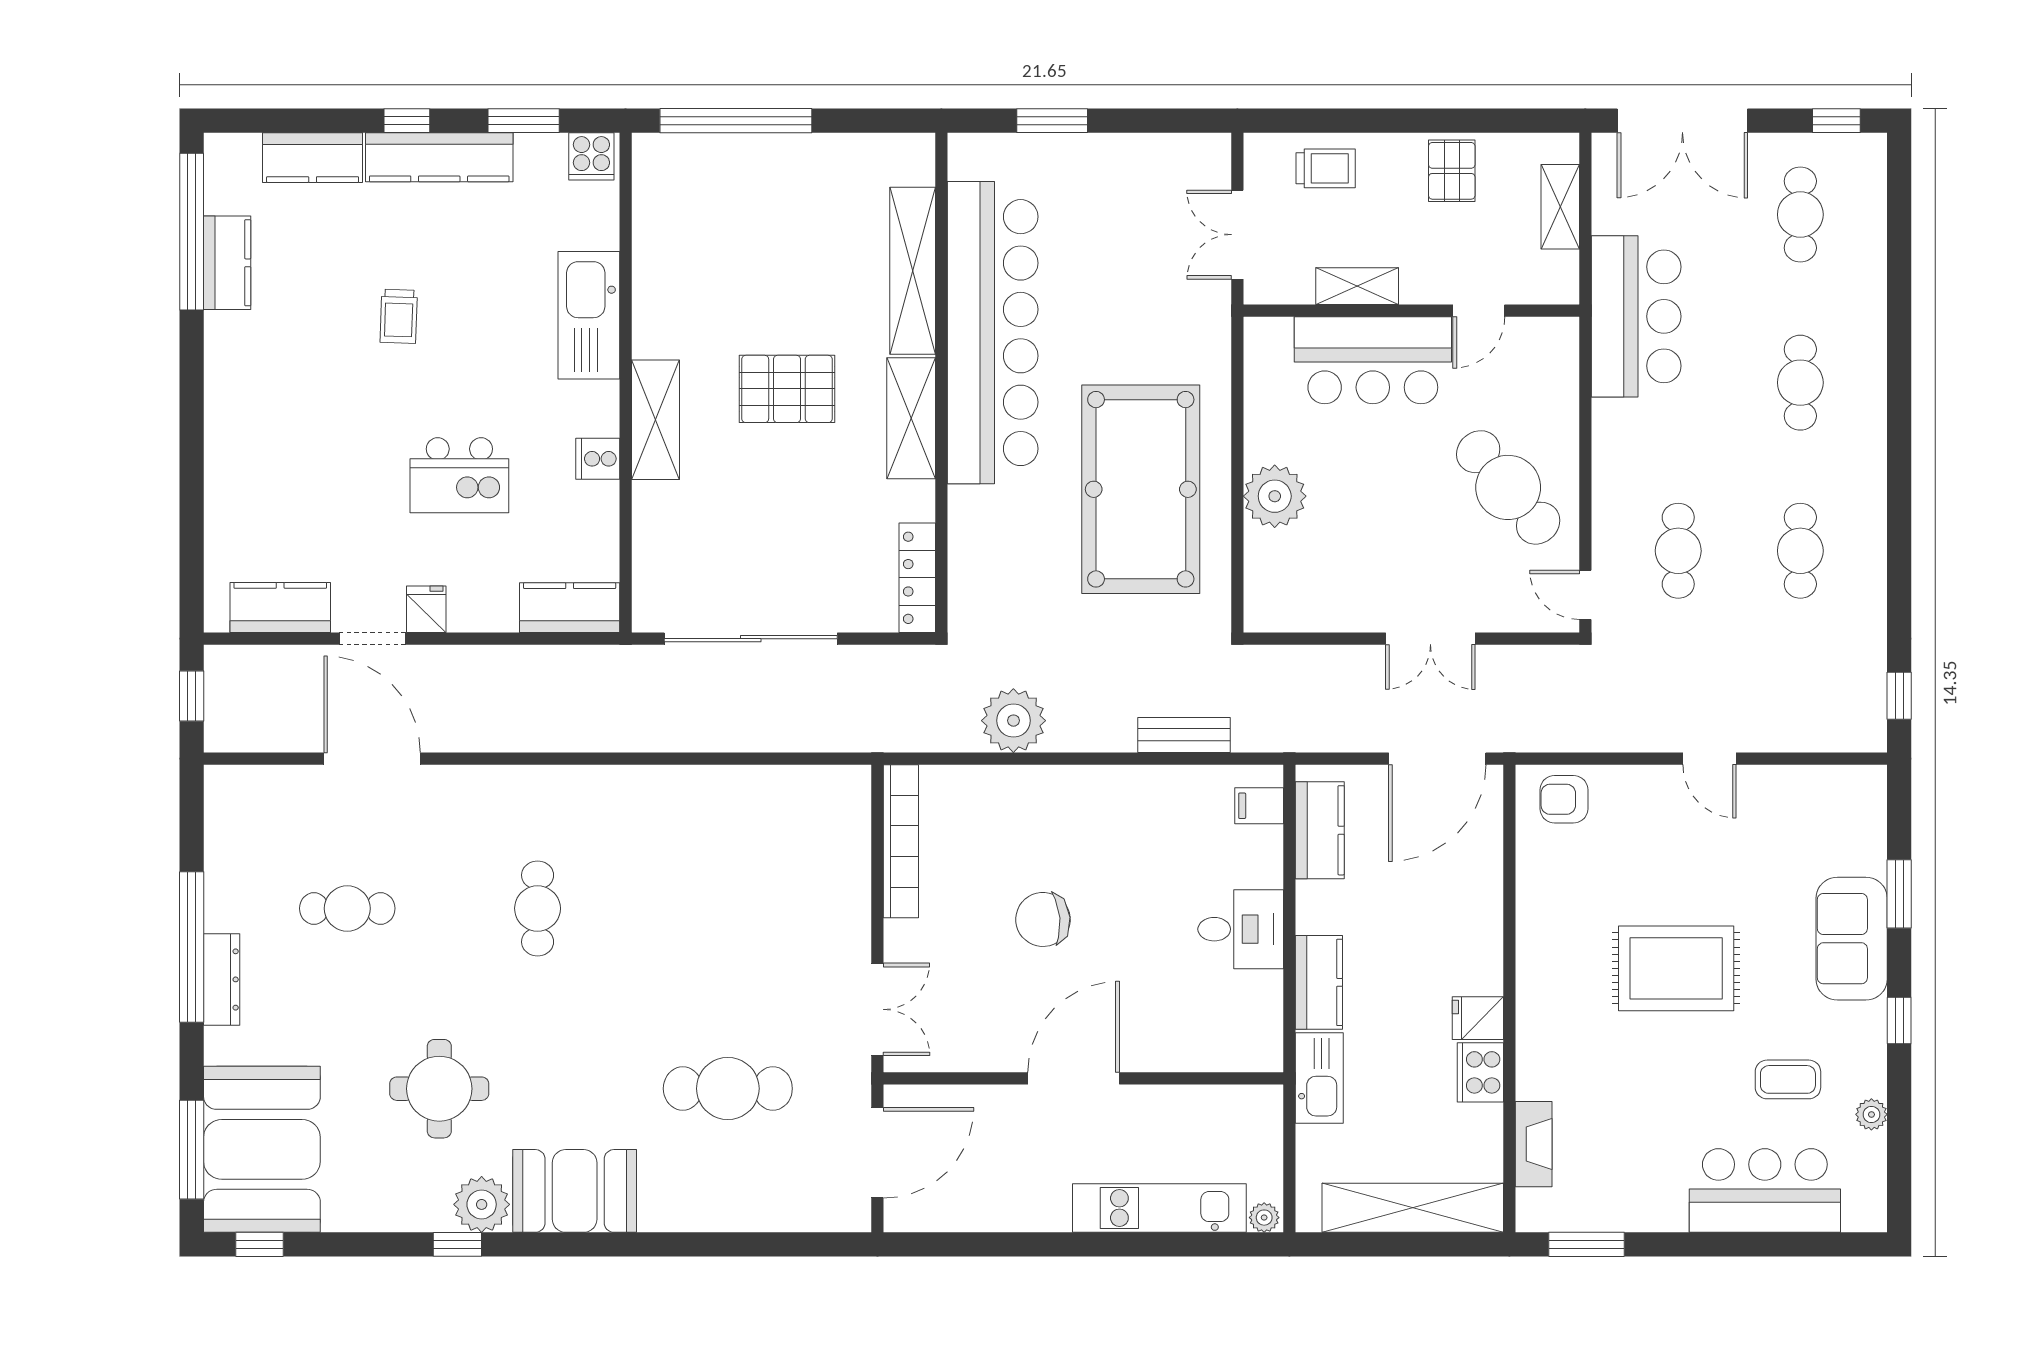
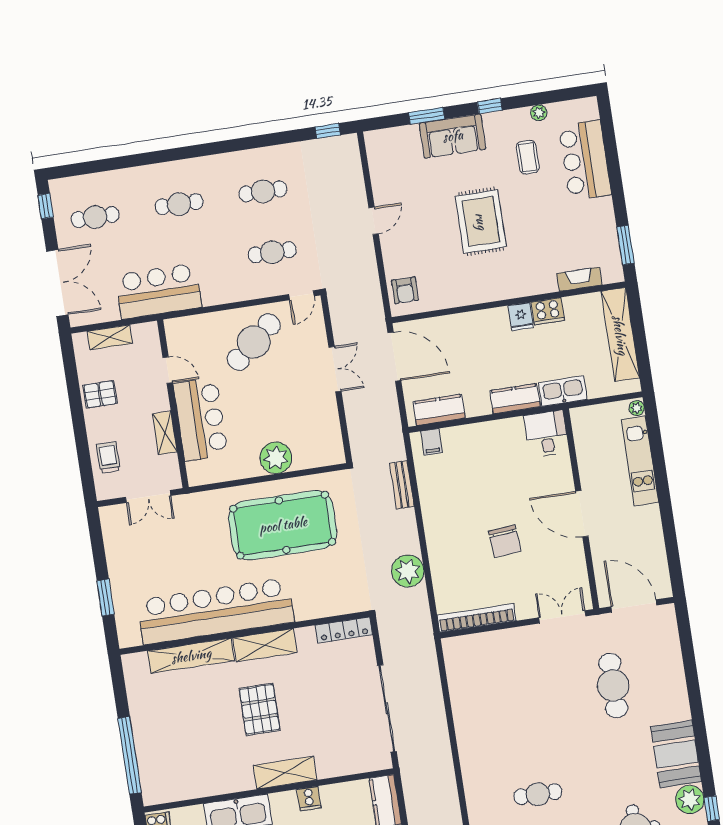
desk: (1241, 929) -> (546, 434), moved

